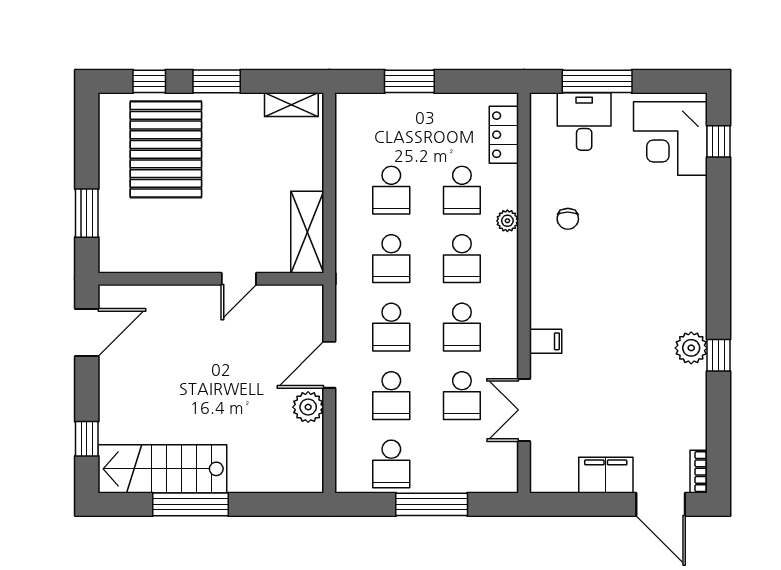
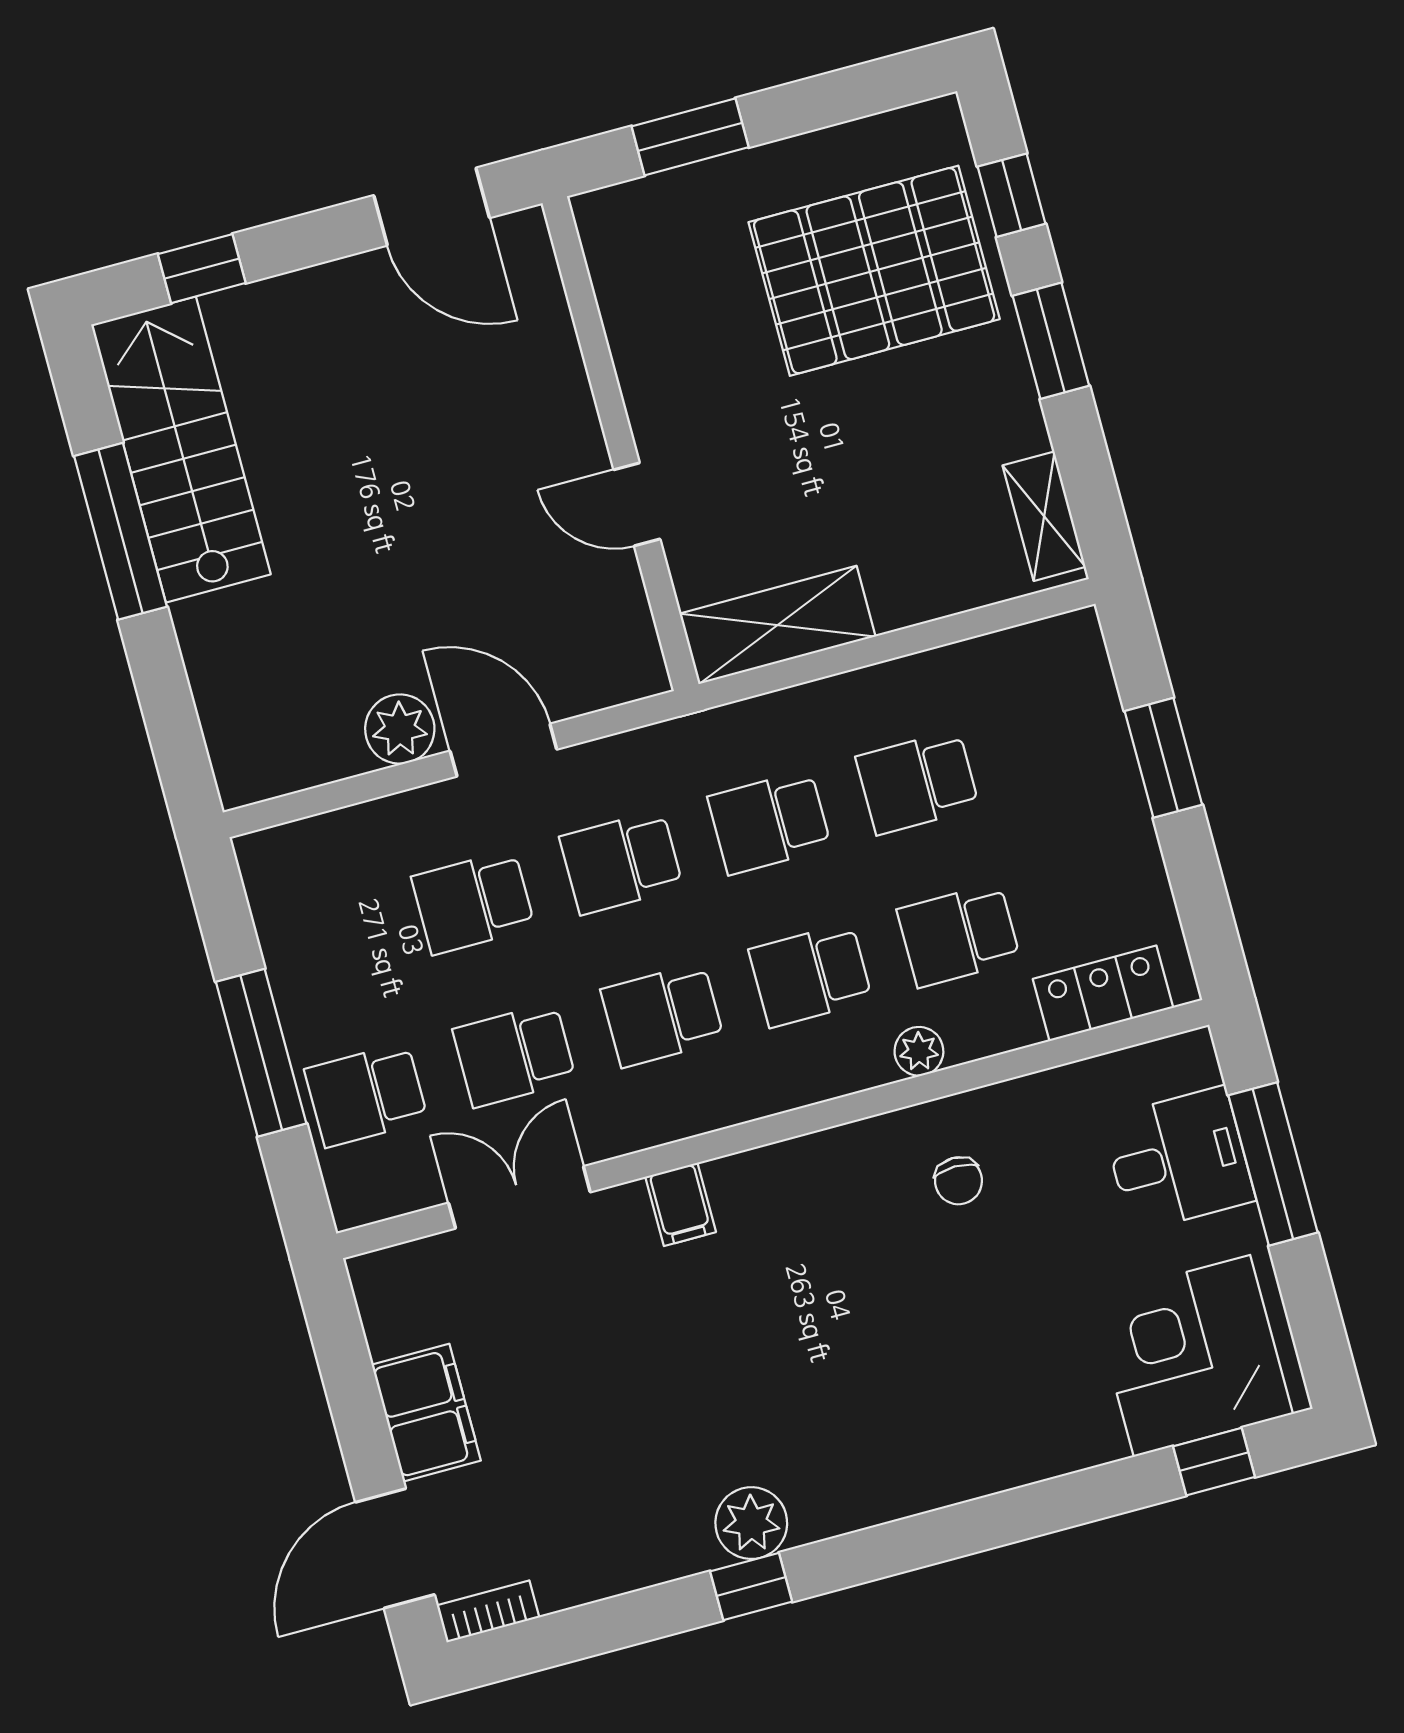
chair: (568, 219) -> (958, 1181), turned -90
school desk: (391, 464) -> (366, 1095), moved

